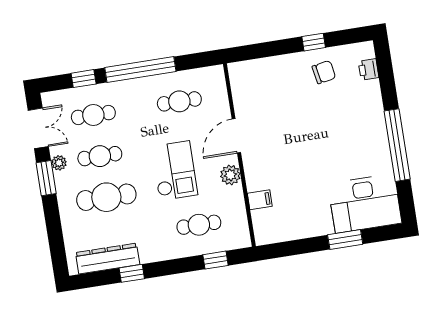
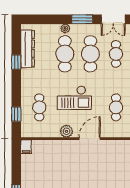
door: (236, 136) -> (90, 139), hinge flipped
cafe table: (100, 156) -> (90, 54), width x1.37, depth x1.35
plant: (59, 163) -> (65, 28), moved
filing cabinet: (260, 200) -> (26, 147), moved

